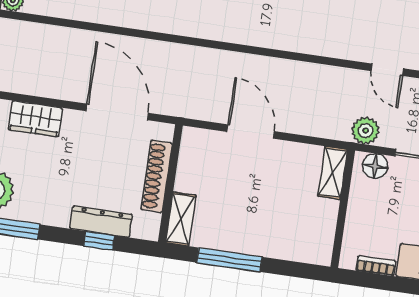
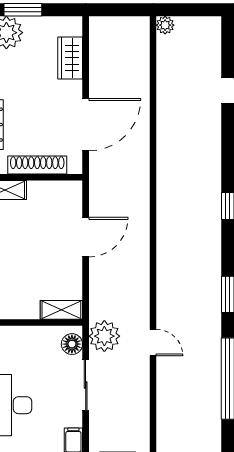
door: (387, 70) -> (153, 343), swing flipped
plant: (366, 131) -> (104, 336), width x1.36, depth x1.36

